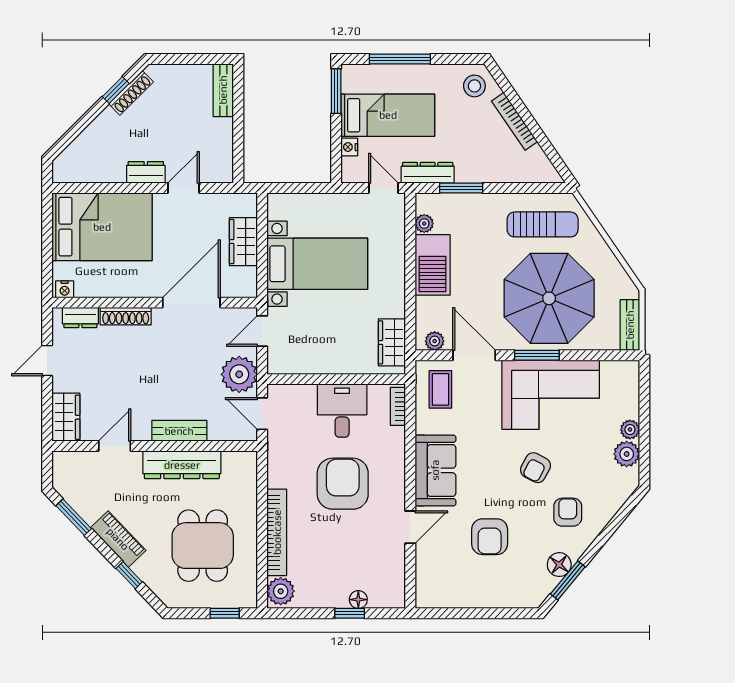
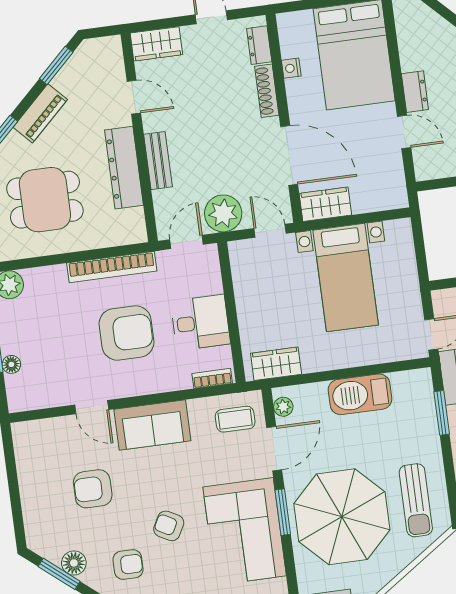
plant: (424, 224) -> (401, 380), removed
wardrobe: (243, 242) -> (325, 204), moved
nightstand: (65, 289) -> (291, 68), moved
bookcase: (277, 532) -> (112, 267), moved

